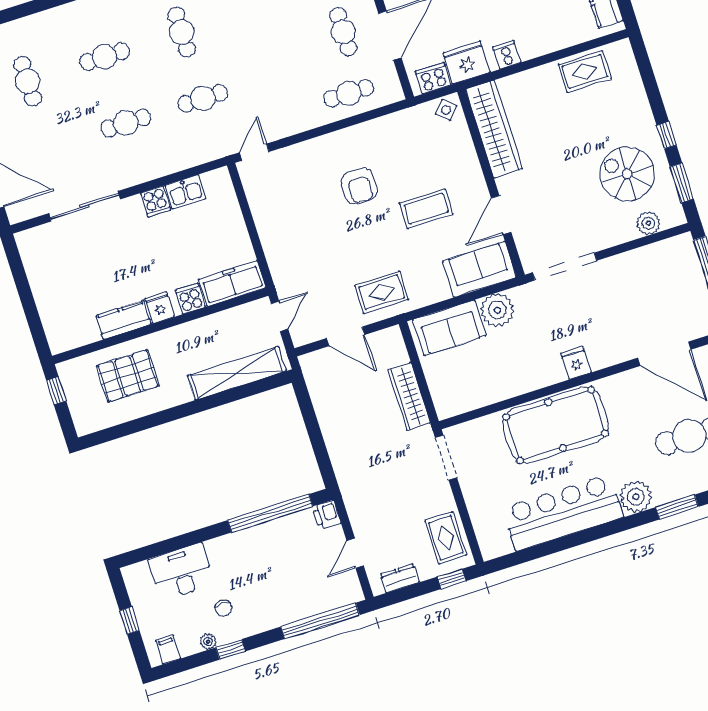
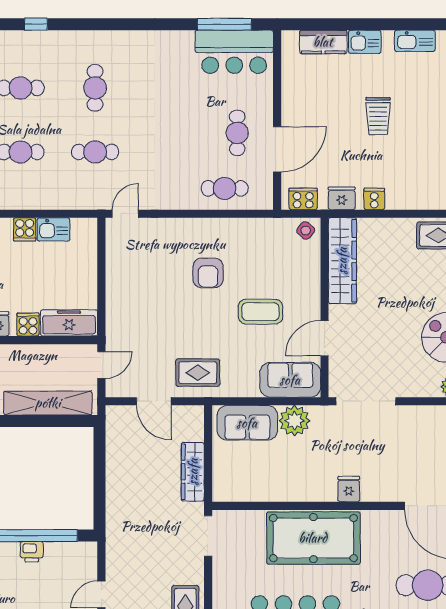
fridge: (466, 62) -> (342, 198), width x0.73, depth x0.75
printer: (327, 515) -> (32, 552), moved, turned -90

